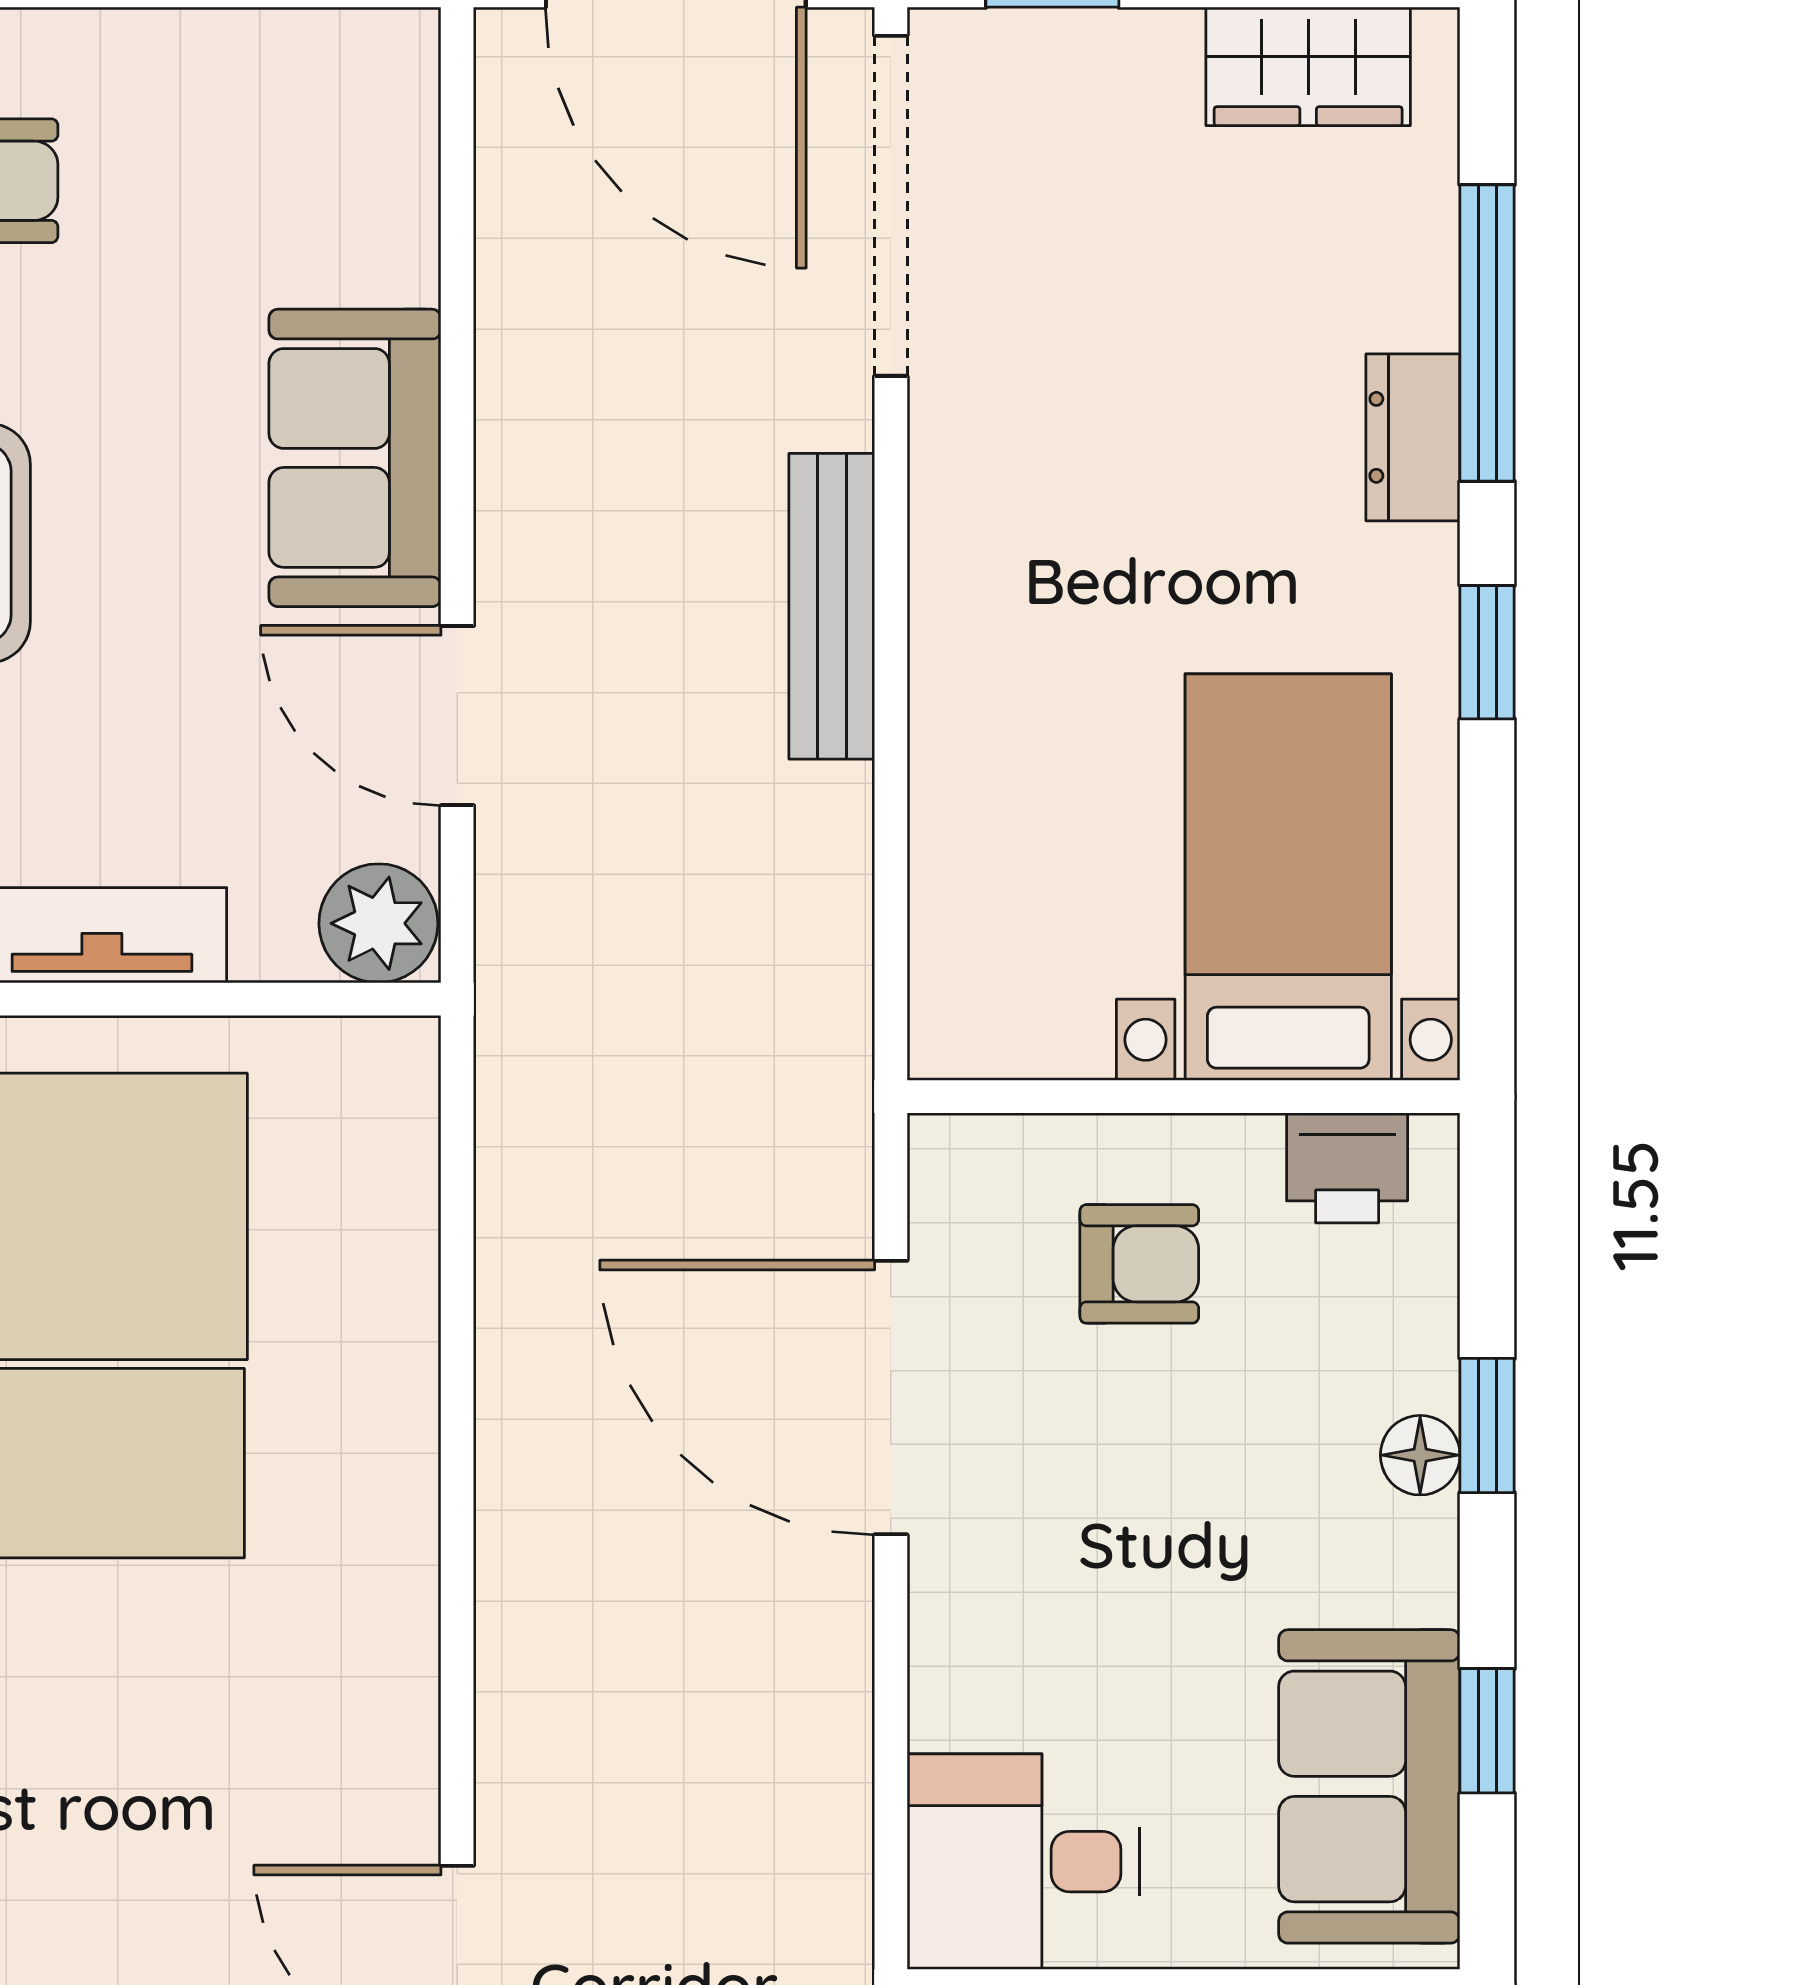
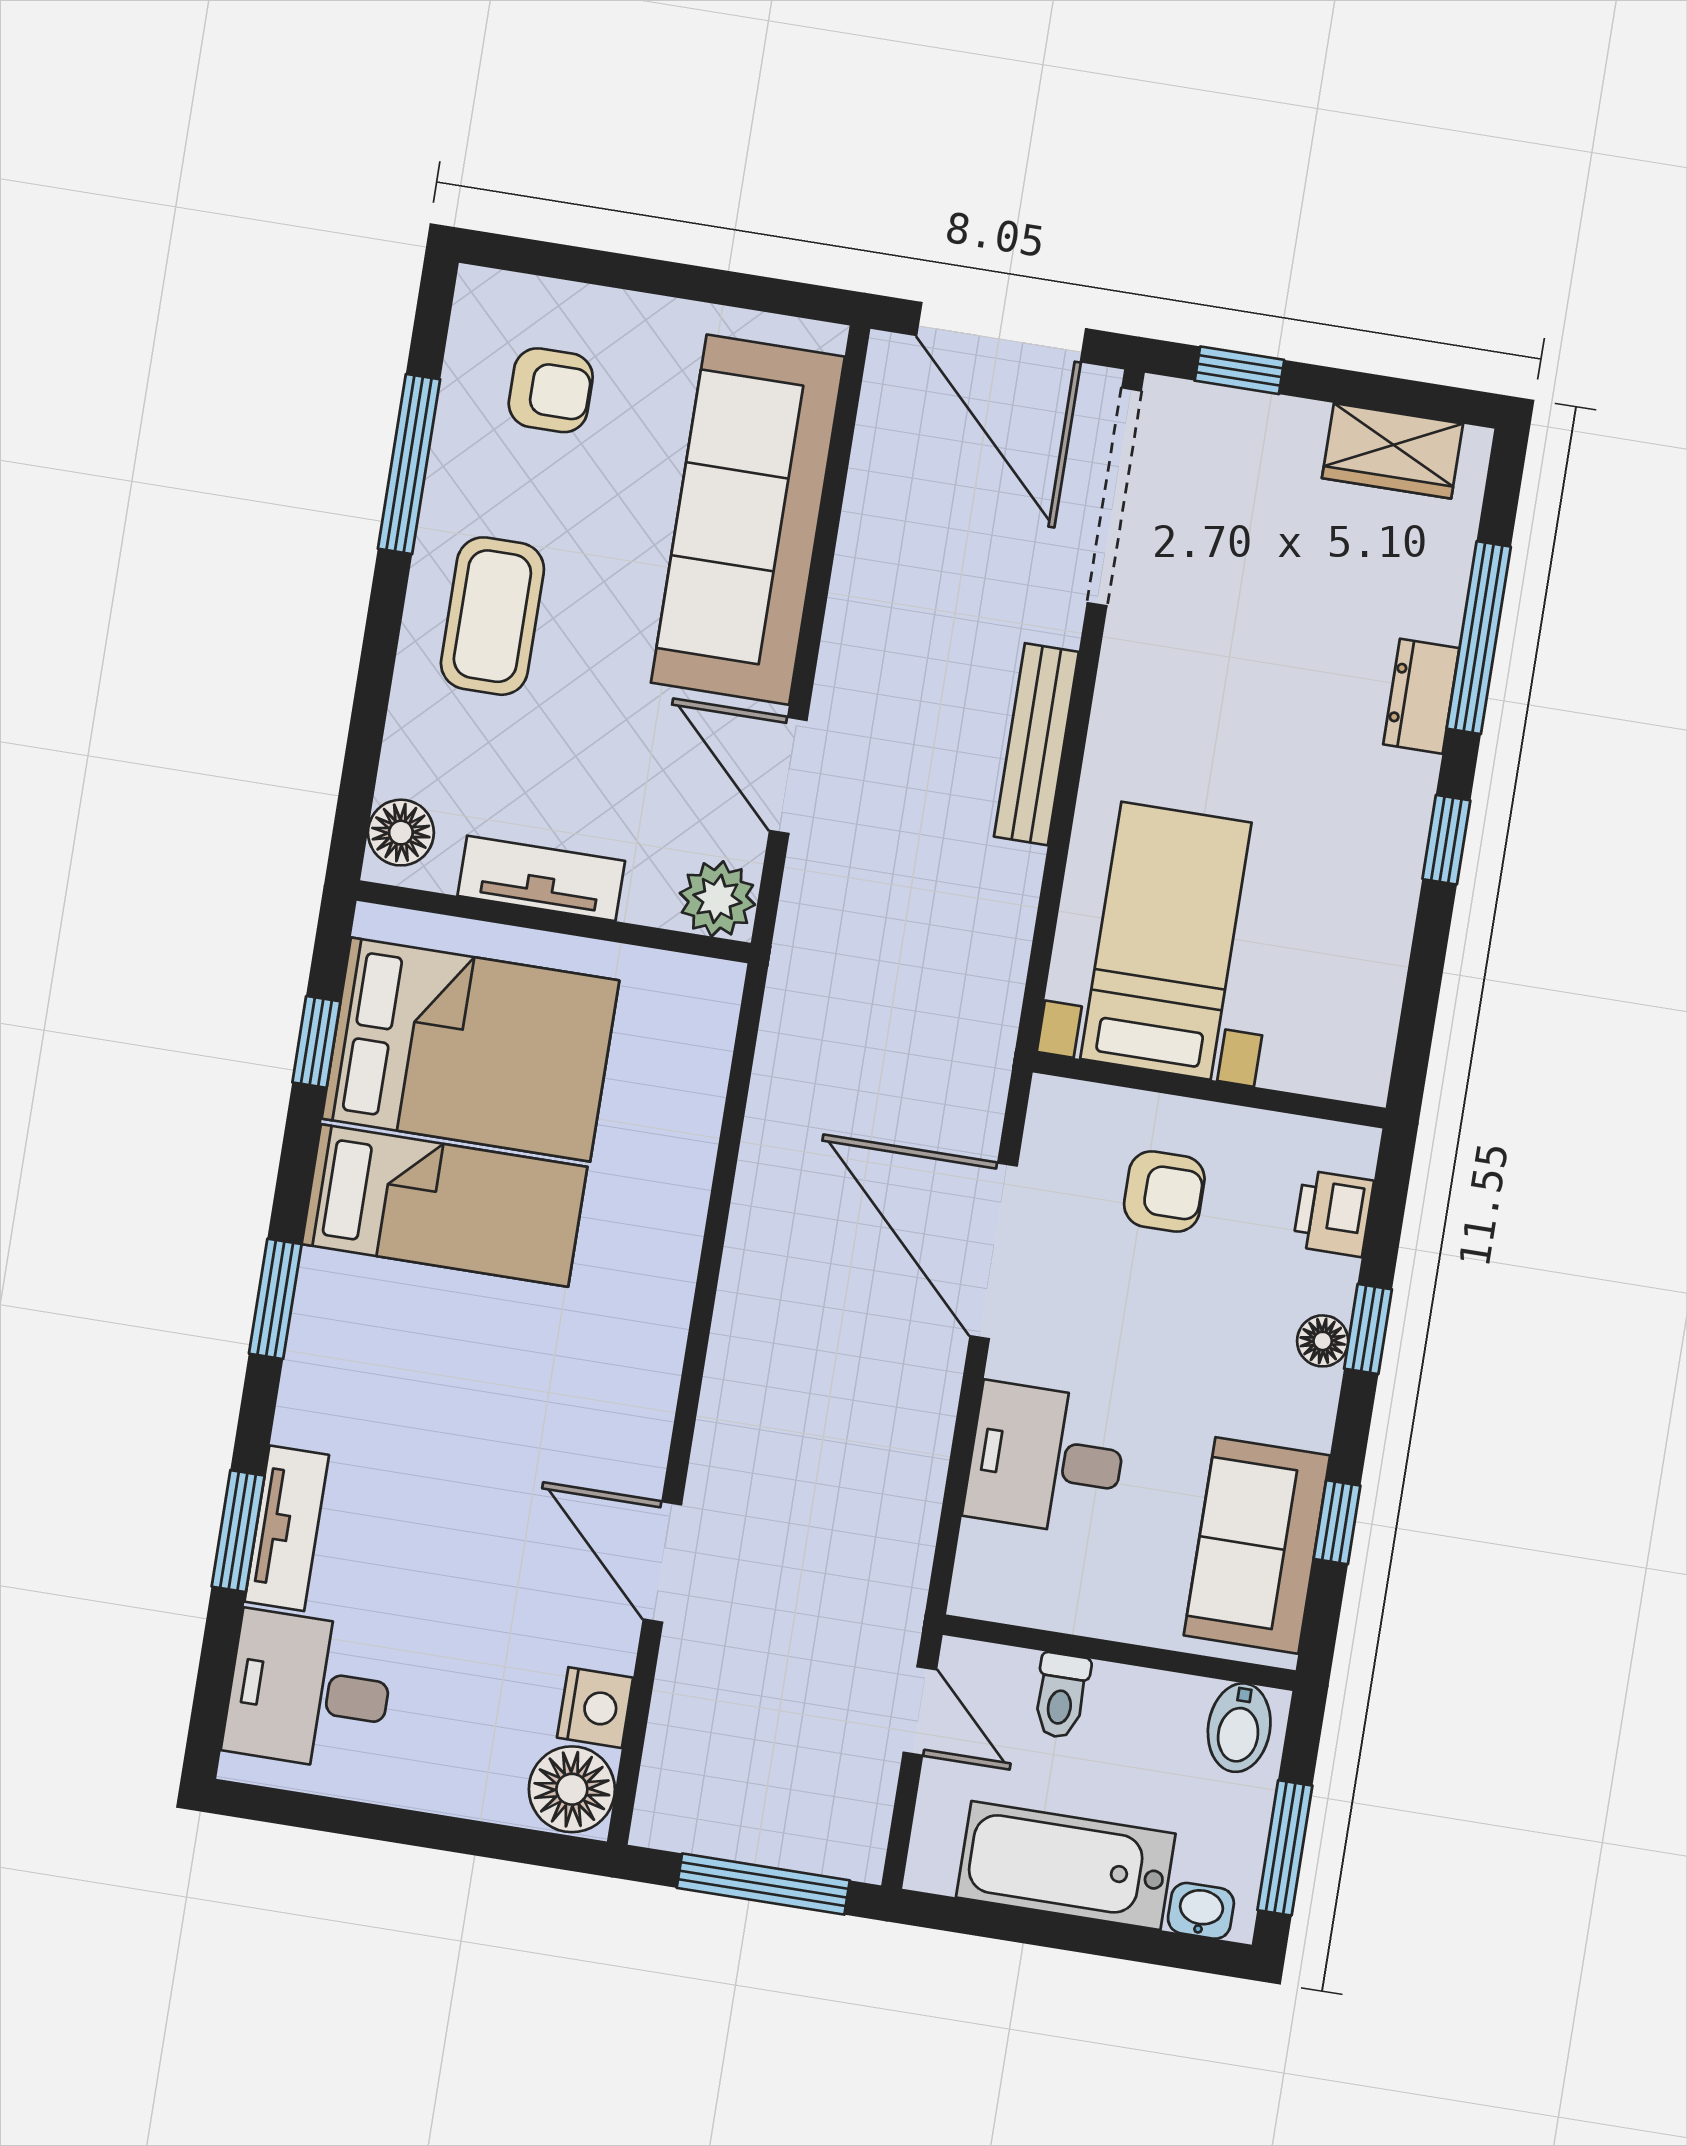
sofa: (355, 458) -> (748, 520), width x1.85, depth x1.27
bed with nightstands: (1288, 877) -> (1166, 941), moved
printer: (1347, 1168) -> (1333, 1213), moved, turned 90
desk: (1023, 1862) -> (1046, 1459), moved

